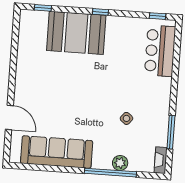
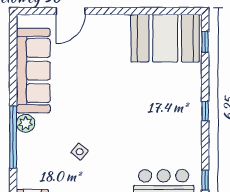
booth: (76, 33) -> (165, 38), moved, turned 90
plant: (120, 163) -> (26, 123), moved

